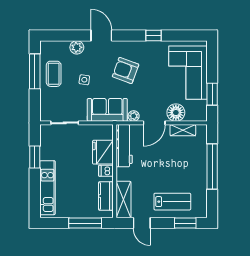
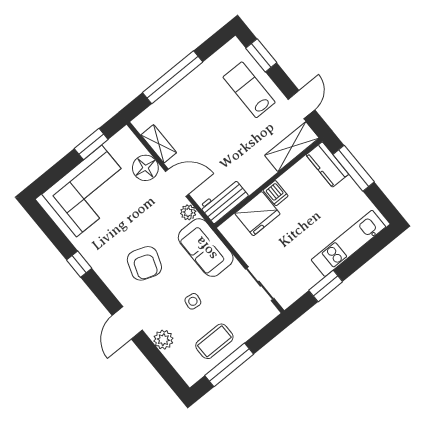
workbench: (124, 146) -> (224, 201), width x0.73
kitchen counter: (106, 196) -> (327, 164), moved, turned 90

